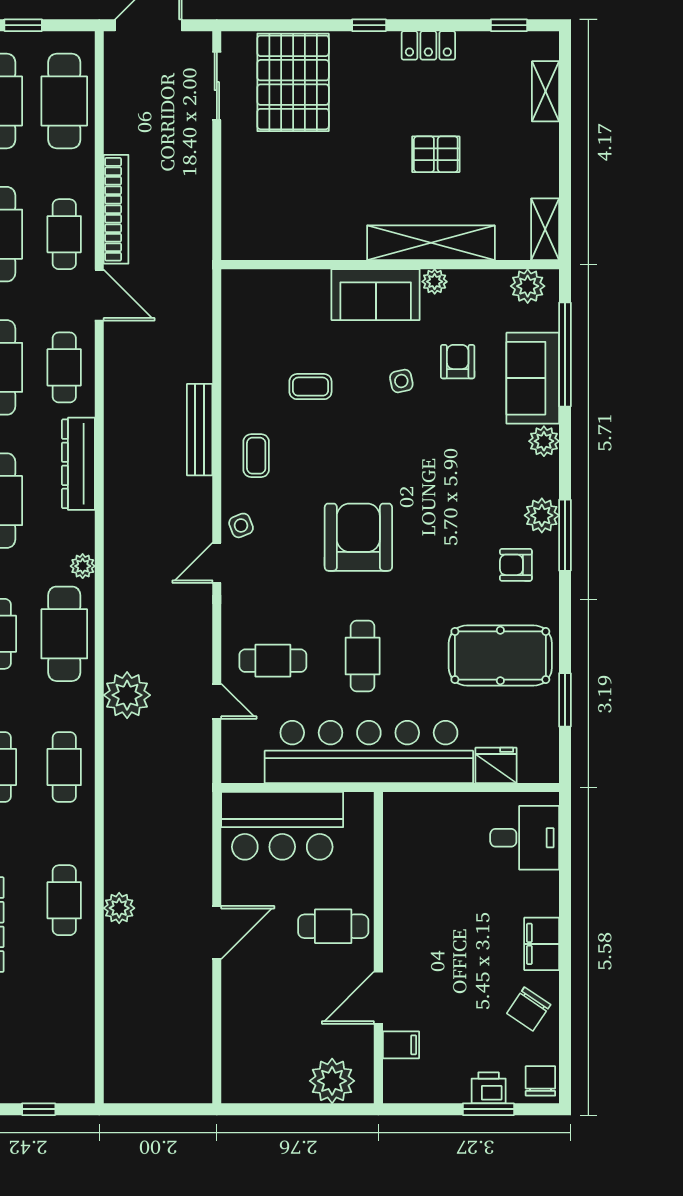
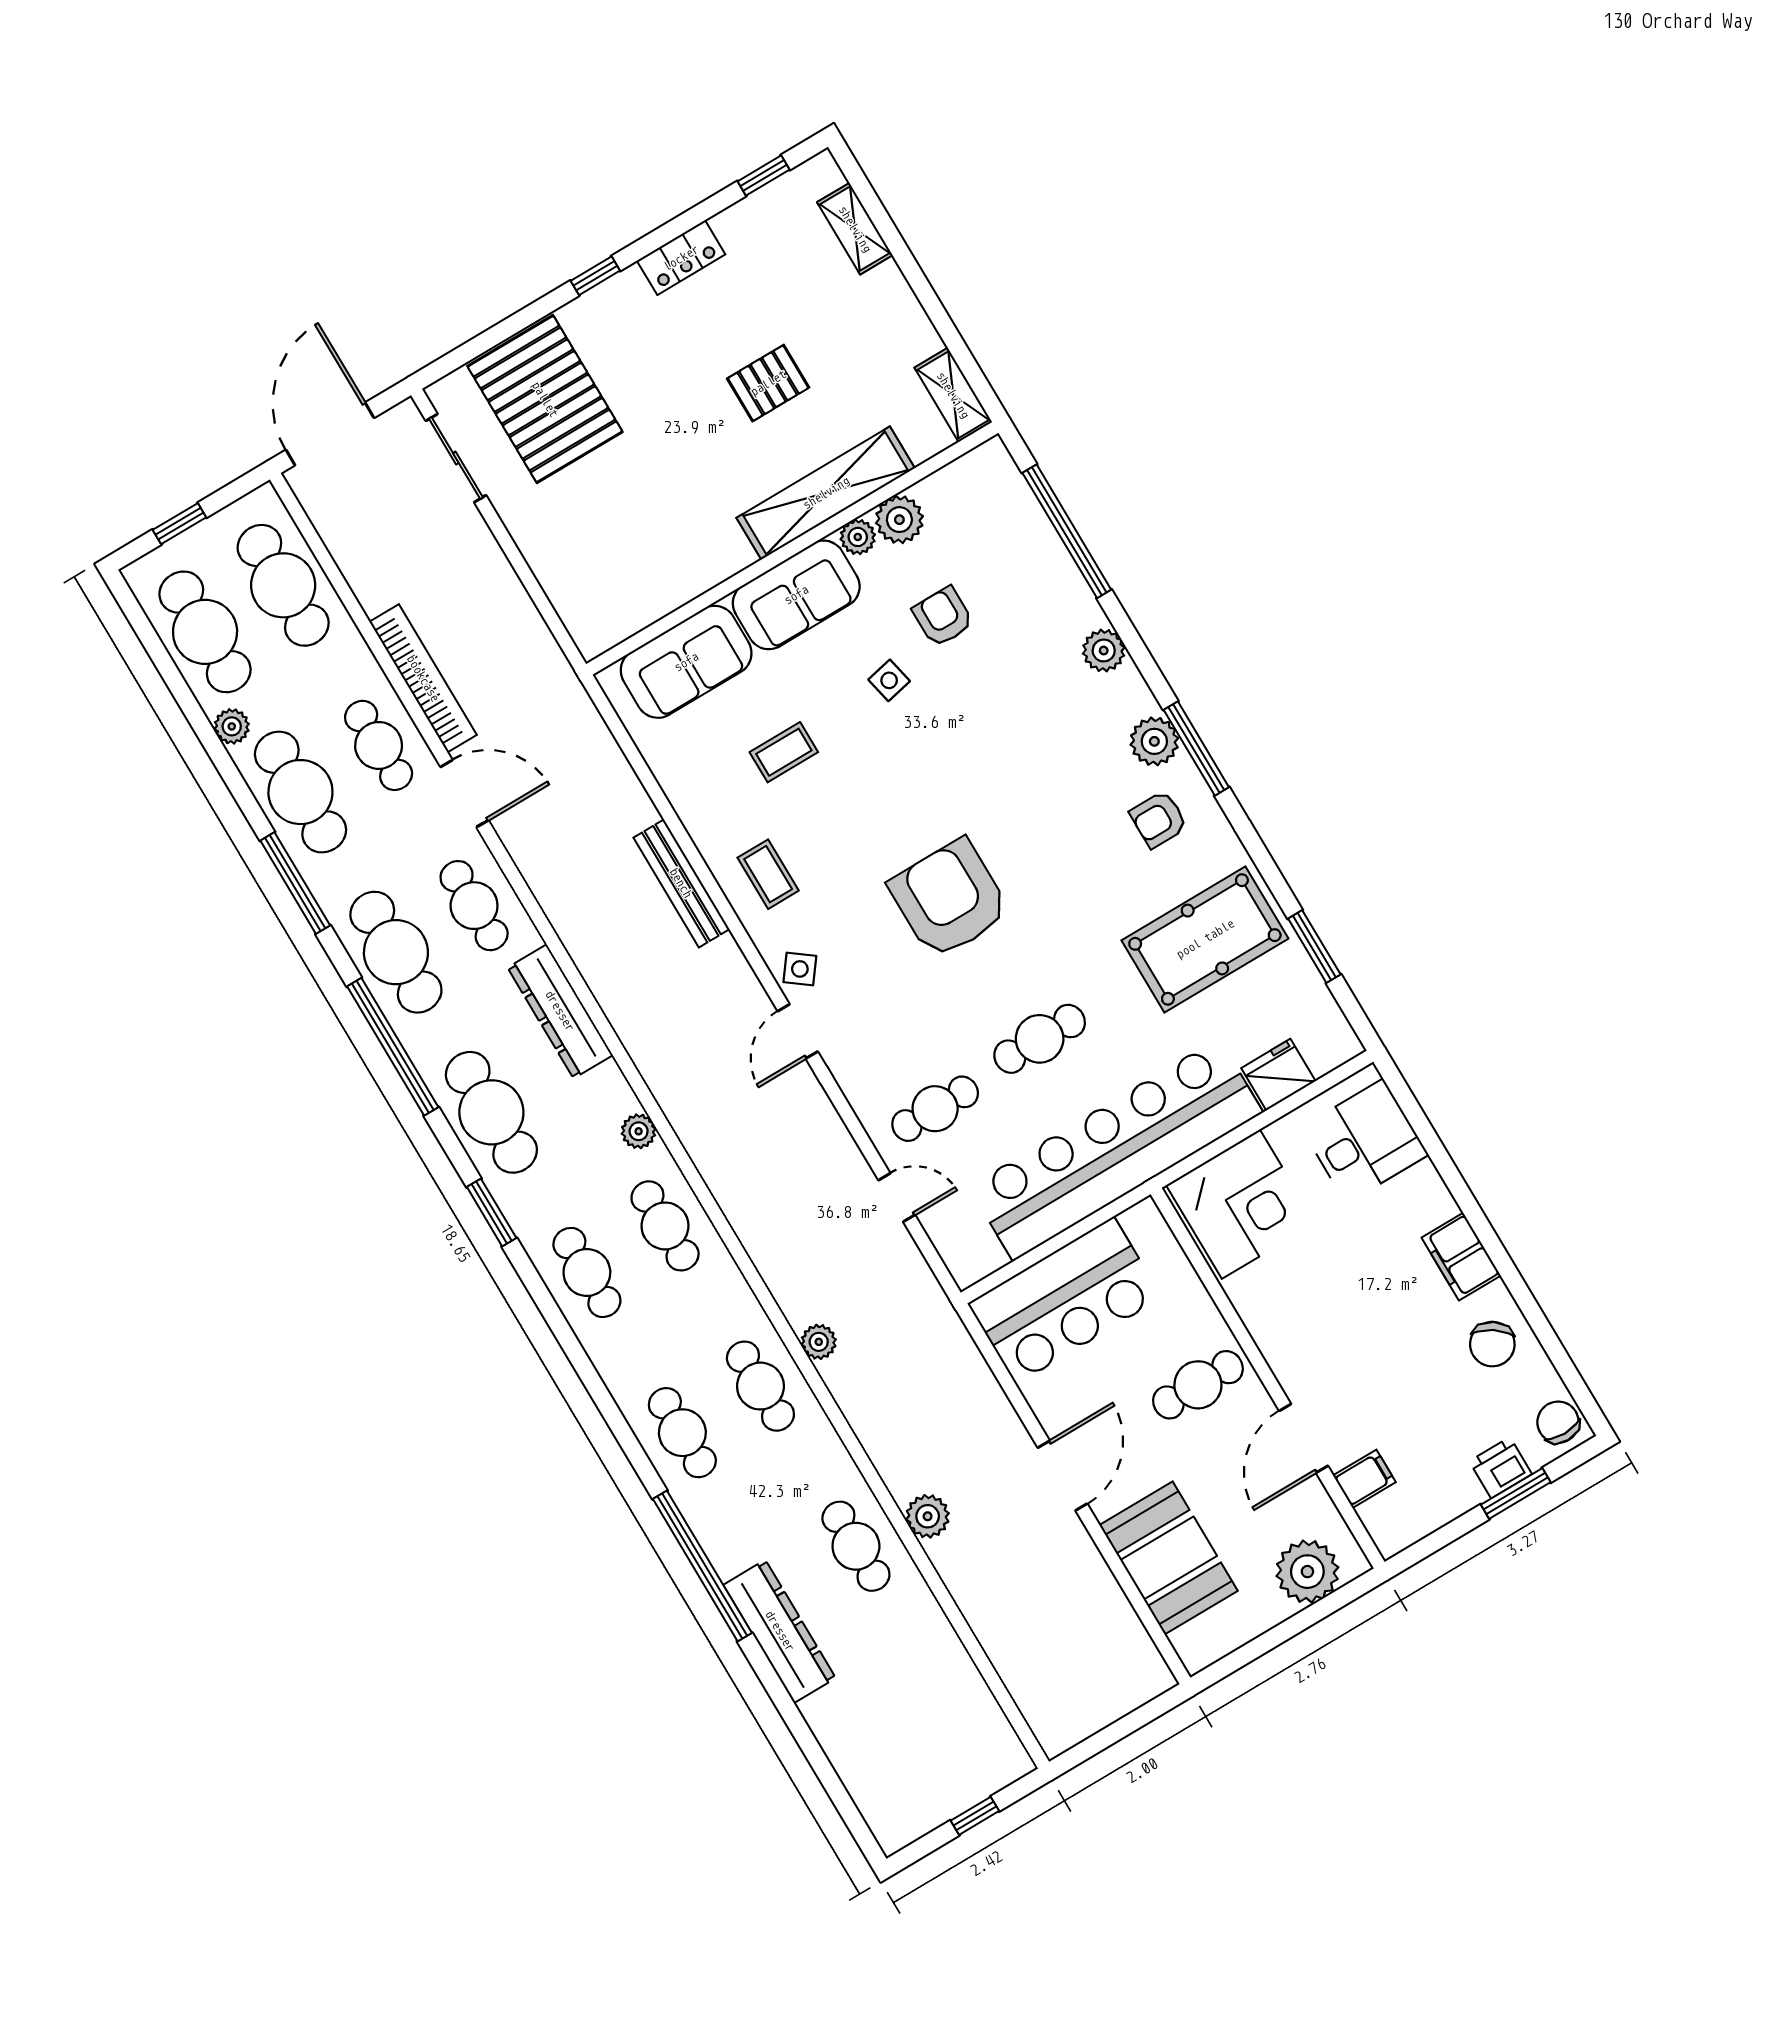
plant: (528, 286) -> (899, 520), moved
sofa: (533, 378) -> (686, 662), moved, turned -90
side table: (241, 525) -> (800, 969), turned -31
cafe table: (64, 634) -> (665, 1226), width x0.73, depth x0.74
cafe table: (363, 656) -> (1040, 1039), turned 90
plant: (127, 695) -> (819, 1342), moved, width x0.53, depth x0.53
corner desk: (426, 831) -> (1241, 1204), added
booth: (252, 1022) -> (1169, 1558), added

